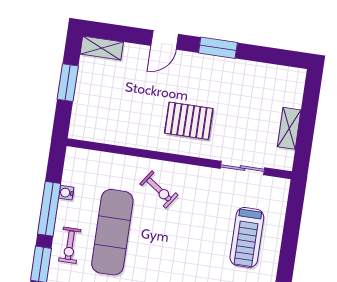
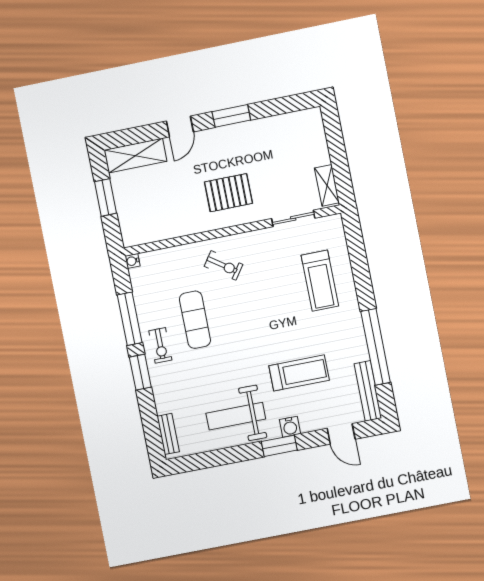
shelving: (102, 48) -> (135, 156), width x1.50, depth x1.33
shelving: (289, 128) -> (327, 185), moved
water cooler: (66, 193) -> (133, 261), moved
exercise mat: (112, 232) -> (195, 320), width x0.73, depth x0.69

